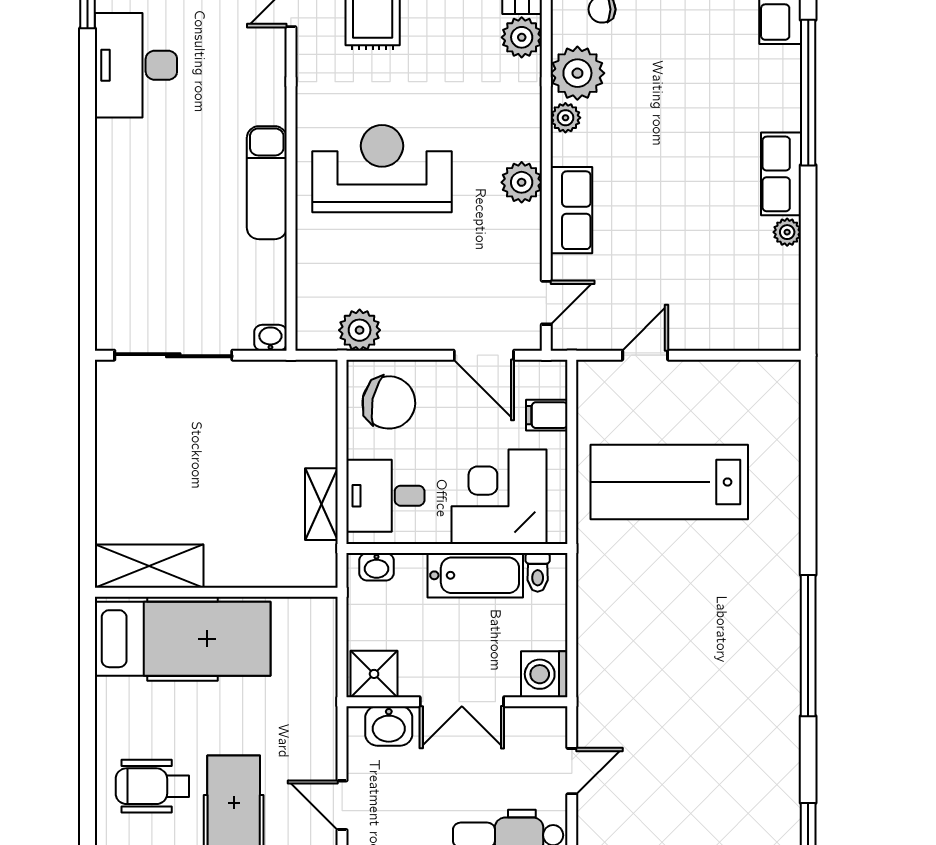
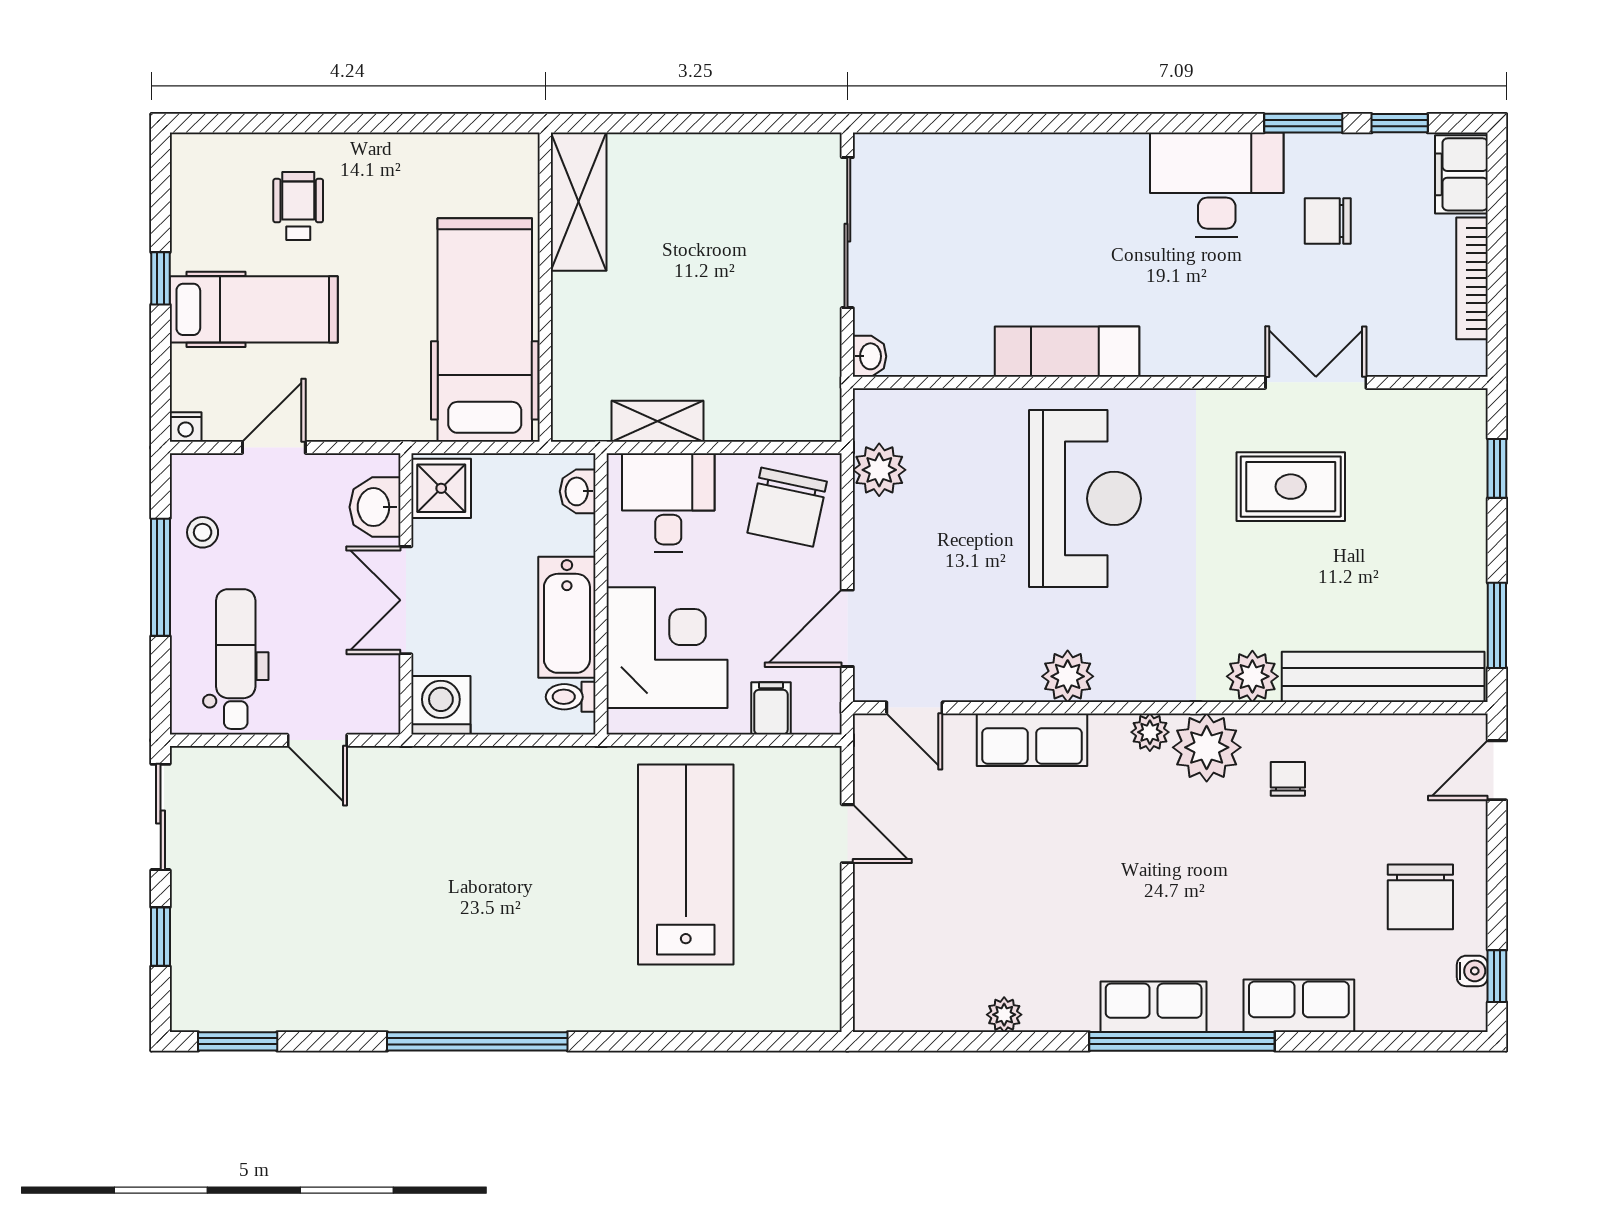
row of seats: (781, 174) -> (1154, 1007), moved
hospital bed: (183, 639) -> (485, 330), moved, turned 180
wheelchair: (152, 786) -> (298, 206), width x0.73, depth x0.73

